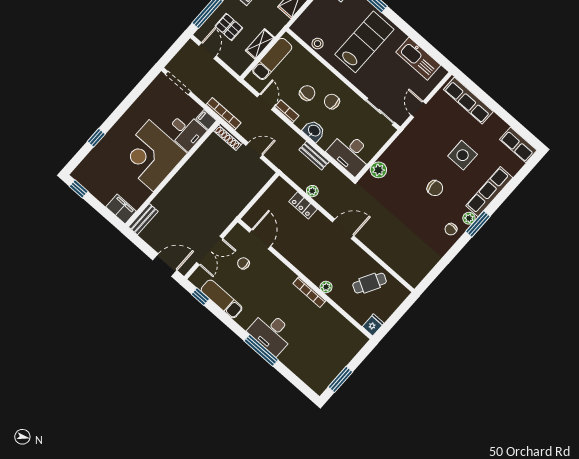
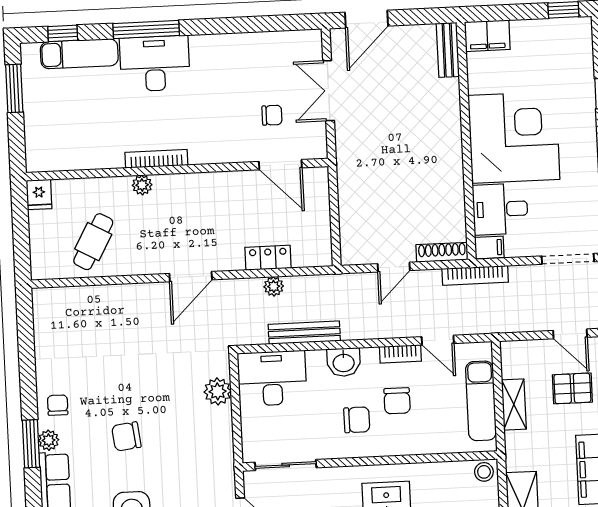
stool: (318, 44) -> (484, 472), moved
bench: (314, 156) -> (304, 333), width x1.36
window: (200, 297) -> (63, 33), moved
exam couch: (222, 299) -> (79, 54), moved

